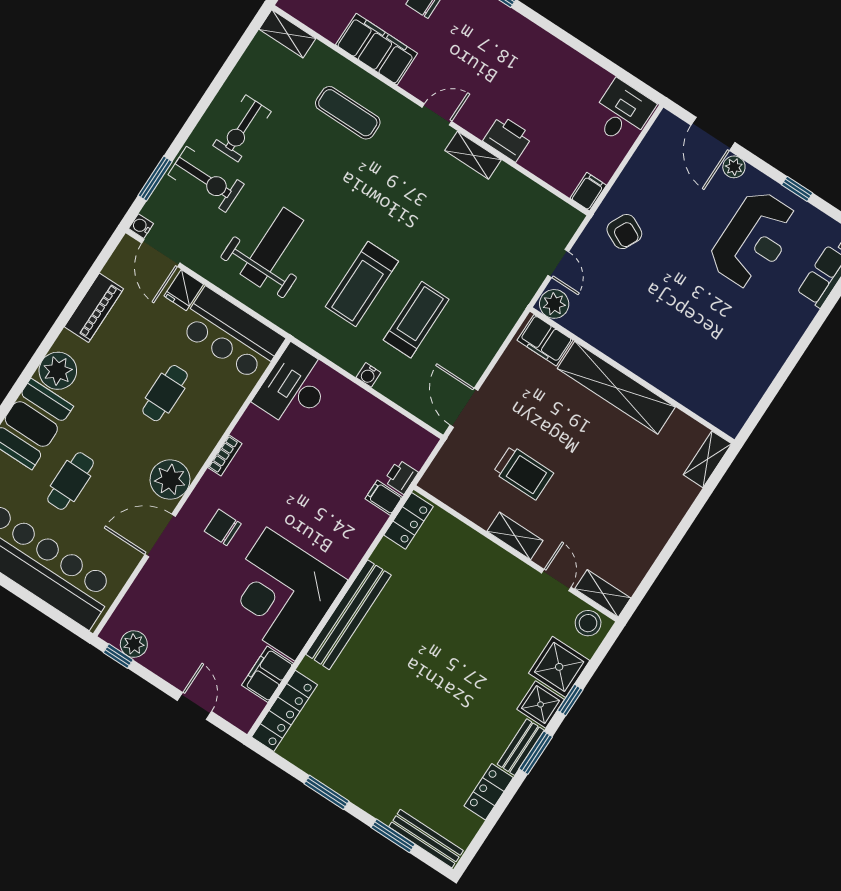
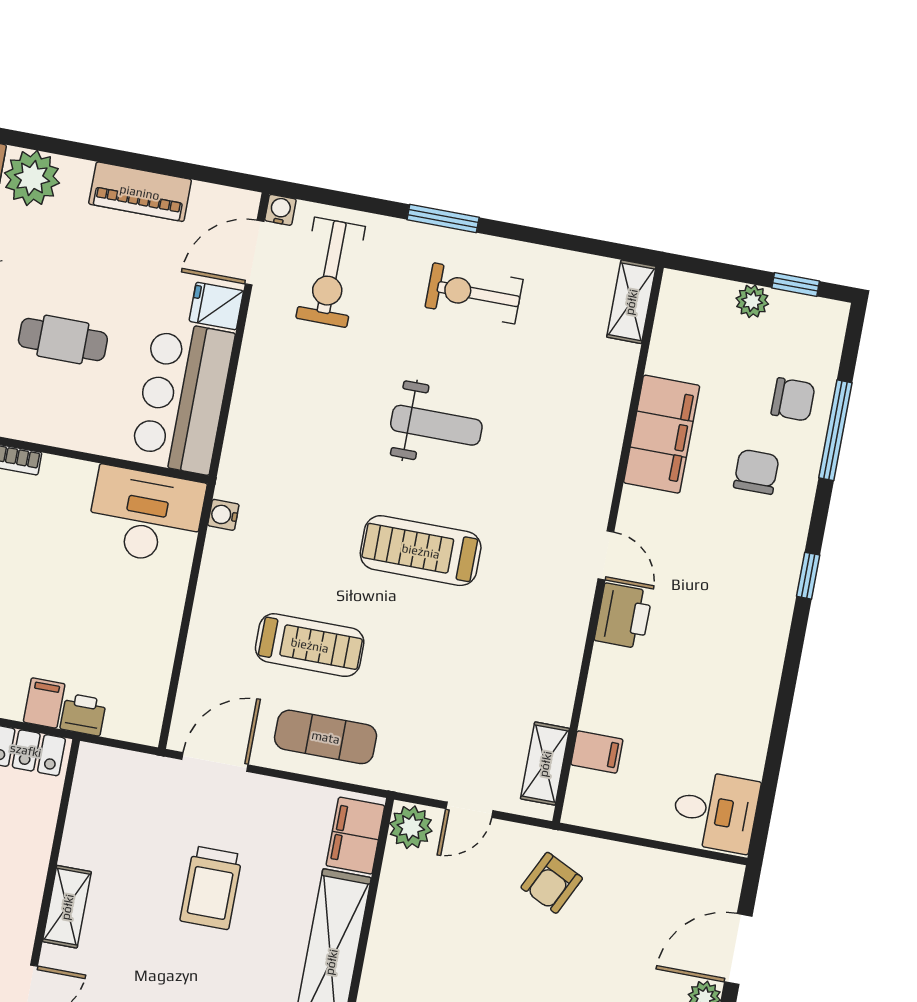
exercise mat: (348, 113) -> (326, 737), moved, turned 90
printer: (508, 138) -> (623, 616), moved
shelving: (473, 155) -> (545, 764), moved
window: (155, 179) -> (443, 219), moved
exercise bike: (206, 179) -> (331, 272), moved
filing cabinet: (588, 192) -> (597, 752), moved
weight bench: (272, 247) -> (436, 425), moved, width x0.73, depth x0.75
treadmill: (362, 284) -> (421, 551), moved
water cooler: (368, 375) -> (223, 515), moved
trolley: (523, 473) -> (211, 888), moved

